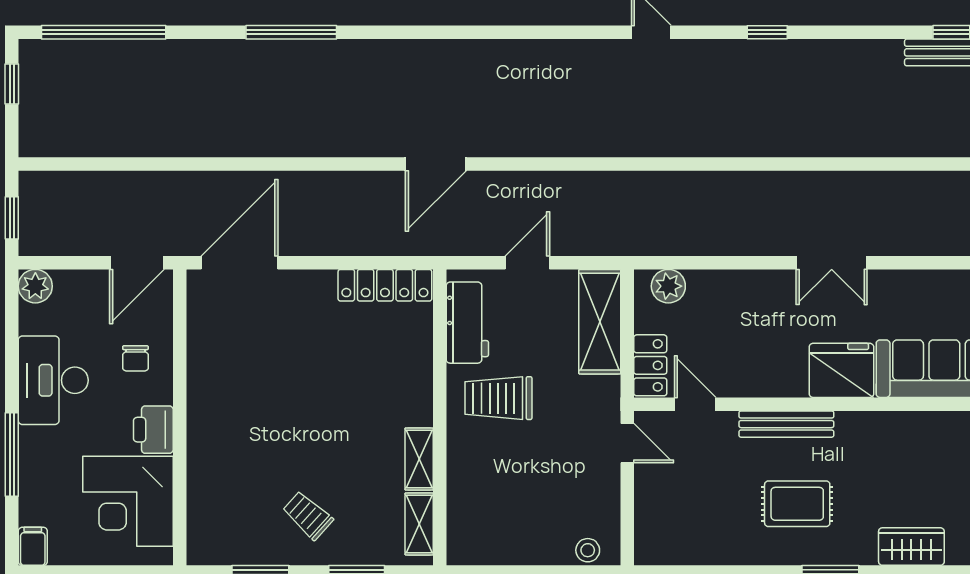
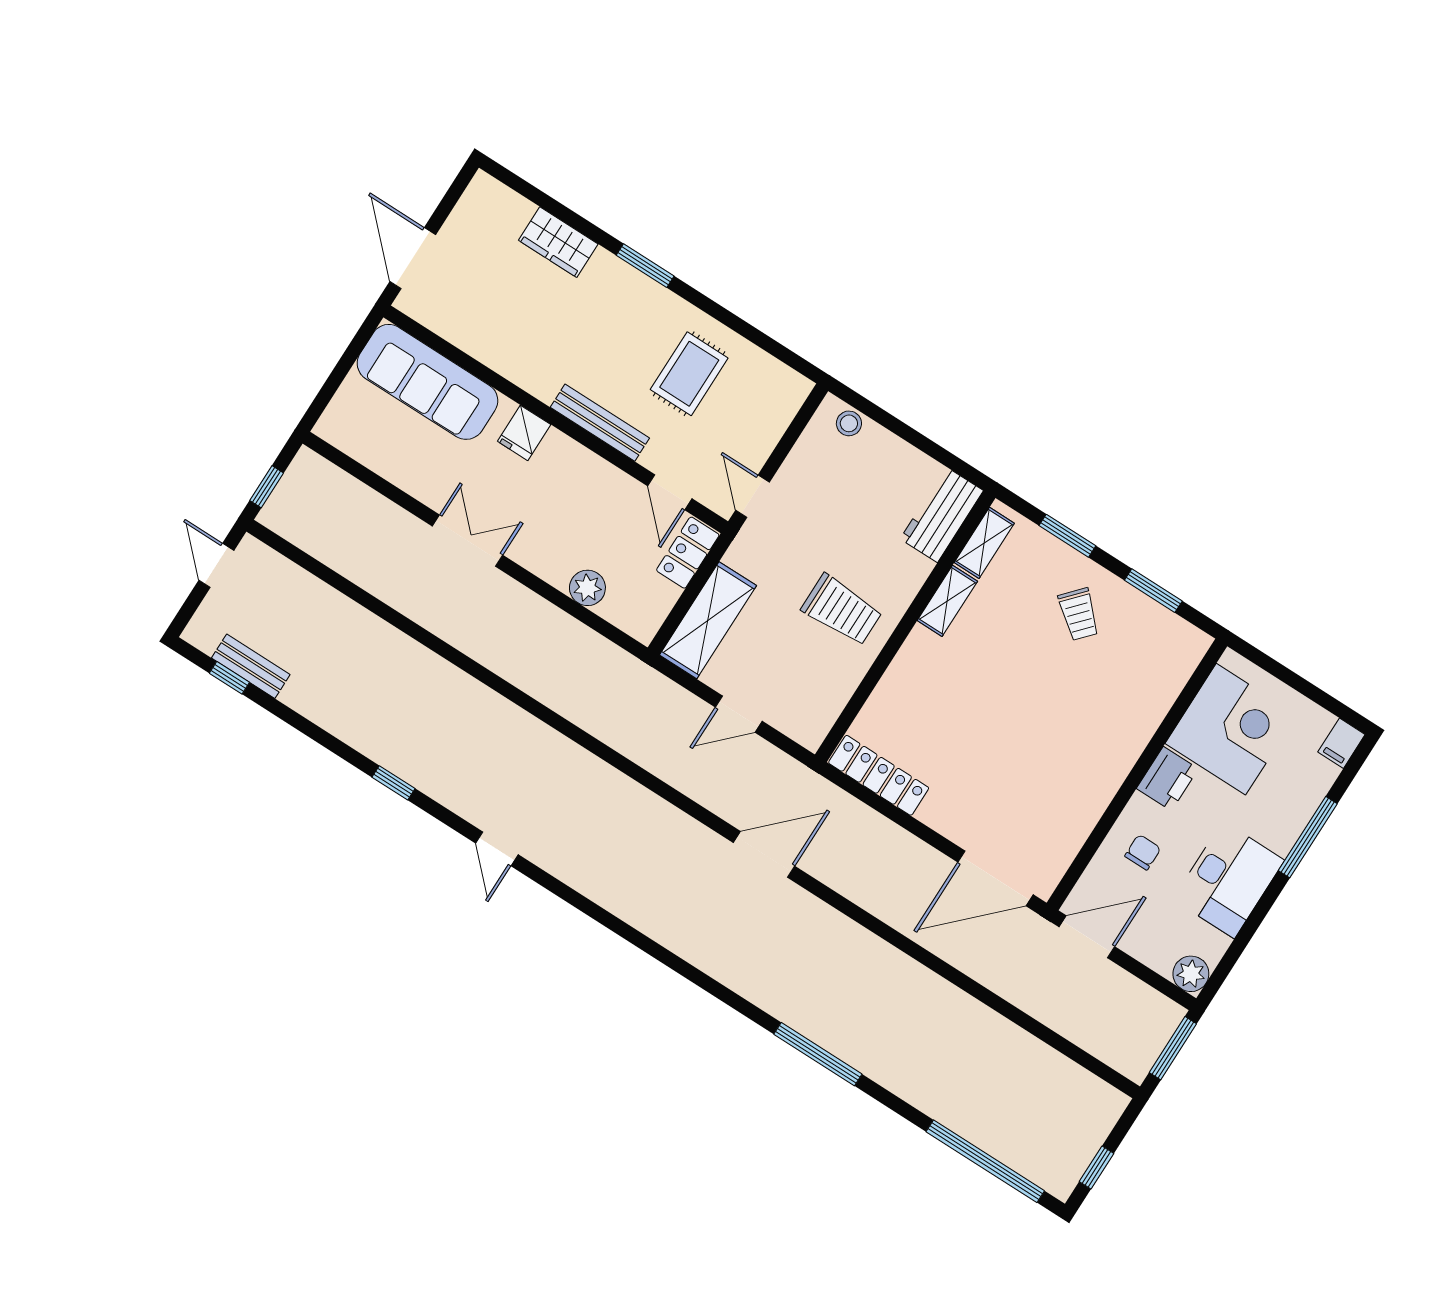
window: (12, 218) -> (1173, 1048), width x1.50
plant: (668, 286) -> (587, 588), moved
workbench: (467, 323) -> (942, 515), moved
fridge: (841, 370) -> (524, 433), width x0.53, depth x0.75
rug: (797, 504) -> (689, 374), moved, turned 90

